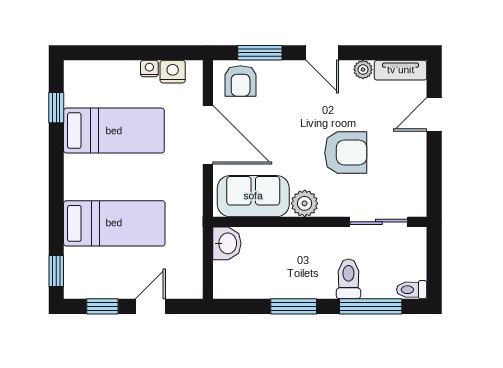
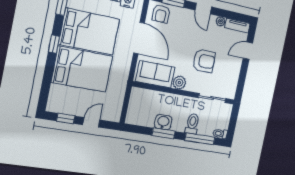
bed: (114, 131) -> (89, 32), width x1.50
bed: (114, 223) -> (82, 69), width x1.50
washbasin: (227, 243) -> (163, 122), moved, turned -90
window: (56, 271) -> (54, 44), moved

